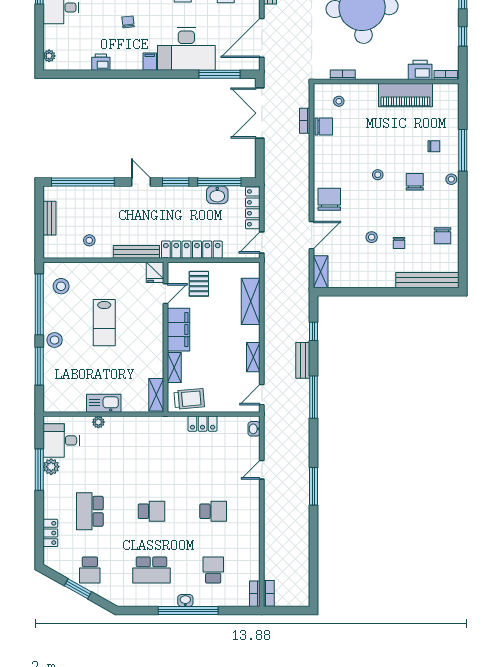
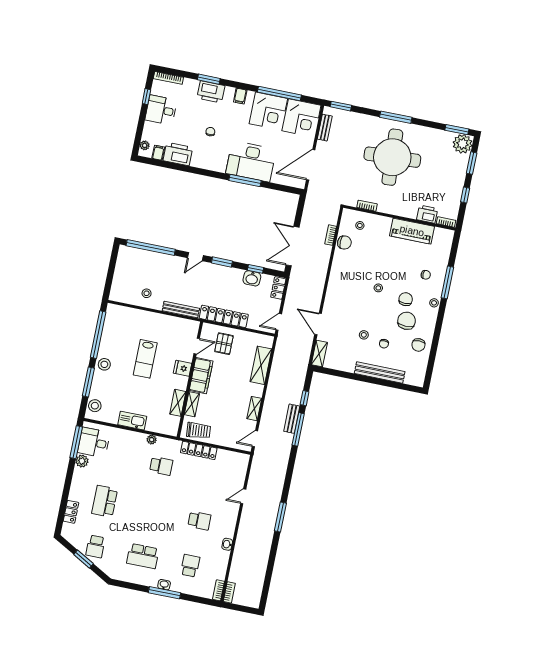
printer: (101, 62) -> (178, 154), width x1.87, depth x1.48
filing cabinet: (150, 62) -> (158, 153), moved
window: (219, 74) -> (245, 180), moved
double door: (260, 113) -> (292, 246), moved
door: (141, 182) -> (195, 257), swing flipped
window: (219, 182) -> (256, 269), width x0.46
chair: (329, 199) -> (407, 321), moved
locker: (253, 208) -> (278, 288), width x0.66
bench: (49, 218) -> (119, 270), removed
door: (312, 235) -> (318, 324), swing flipped
fridge: (155, 272) -> (183, 368), moved, turned 90
bench: (427, 280) -> (380, 372), moved
stool: (61, 286) -> (95, 406), moved
shelving: (156, 395) -> (178, 403), moved
window: (314, 397) -> (298, 429), moved
plant: (98, 422) -> (152, 440), moved
locker: (203, 424) -> (199, 450), width x1.53
washbasin: (254, 429) -> (227, 544), moved
window: (39, 470) -> (76, 442), moved
school desk: (152, 511) -> (161, 466), moved
window: (188, 610) -> (165, 593), width x0.68

